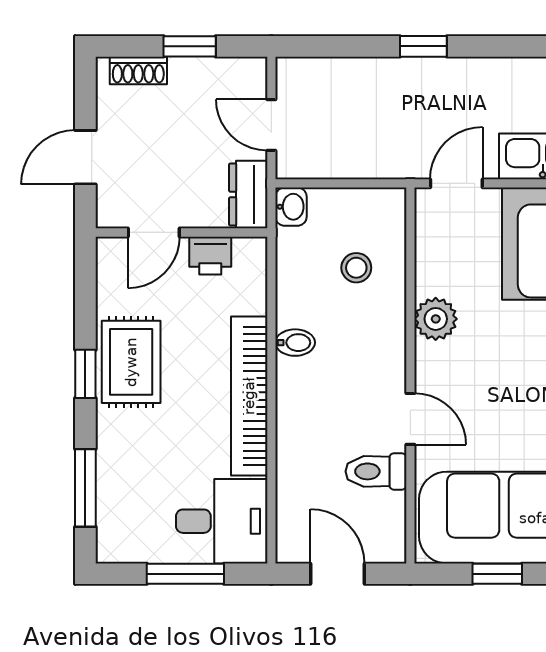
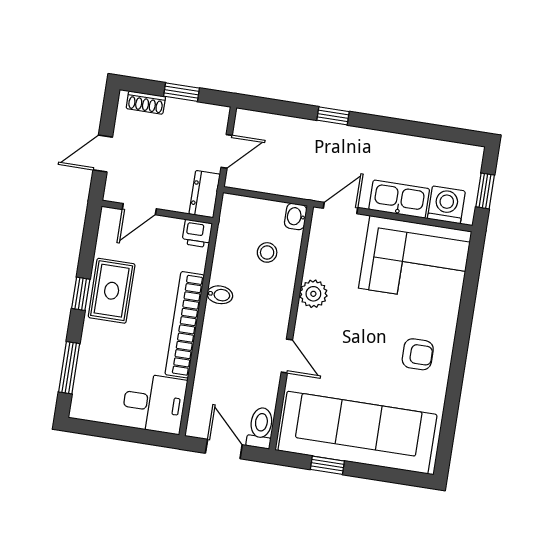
door: (271, 125) -> (227, 151), swing flipped
washbasin: (291, 207) -> (296, 216), moved, turned 180
printer: (210, 256) -> (197, 233), moved
toilet: (376, 471) -> (261, 428), moved, turned 90
window: (185, 574) -> (125, 434), removed

